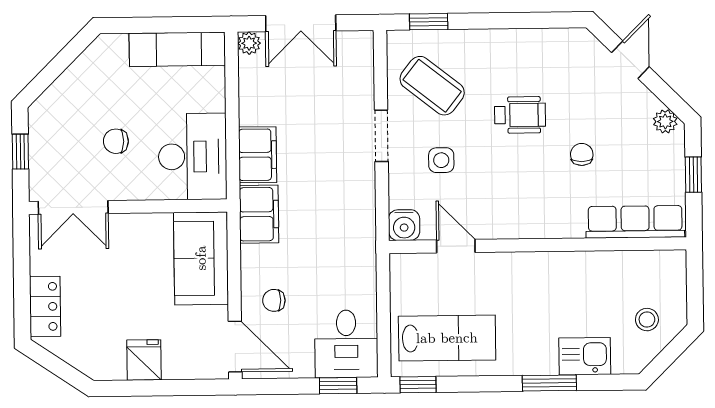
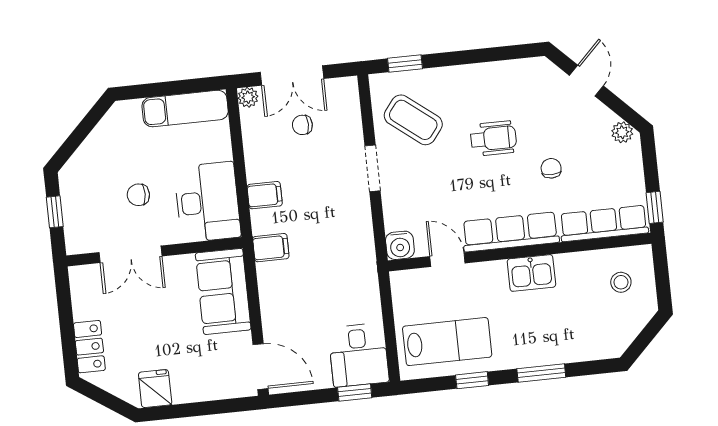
filing cabinet: (258, 155) -> (265, 195), width x0.50
side table: (441, 160) -> (427, 185), removed
window: (693, 175) -> (655, 207), moved
double door: (73, 207) -> (131, 254), moved
filing cabinet: (259, 214) -> (271, 248), width x0.50
row of seats: (529, 222) -> (510, 232), added
chair: (274, 300) -> (302, 125), moved
stool: (647, 320) -> (621, 282), moved
kitchen sink: (585, 356) -> (531, 273), moved, turned 180
fridge: (144, 360) -> (155, 389), moved
window: (418, 385) -> (472, 380), moved

